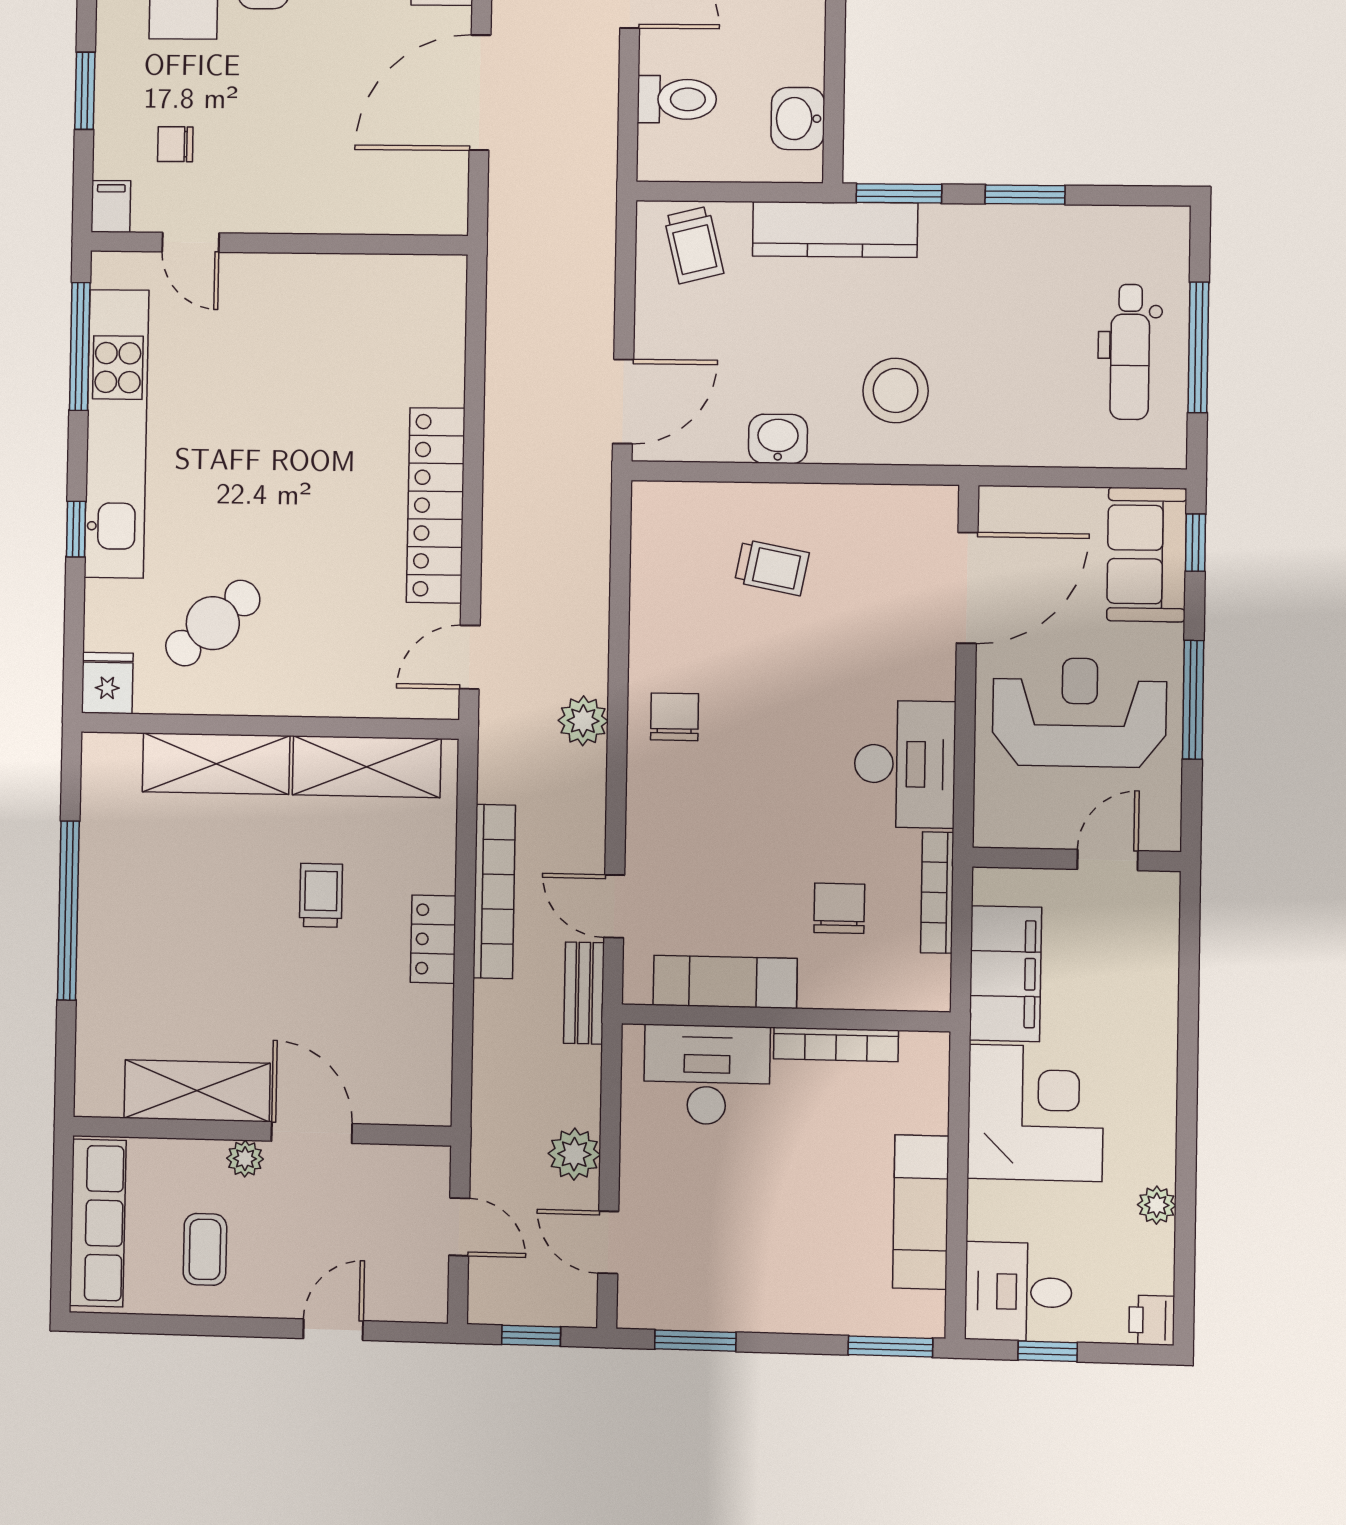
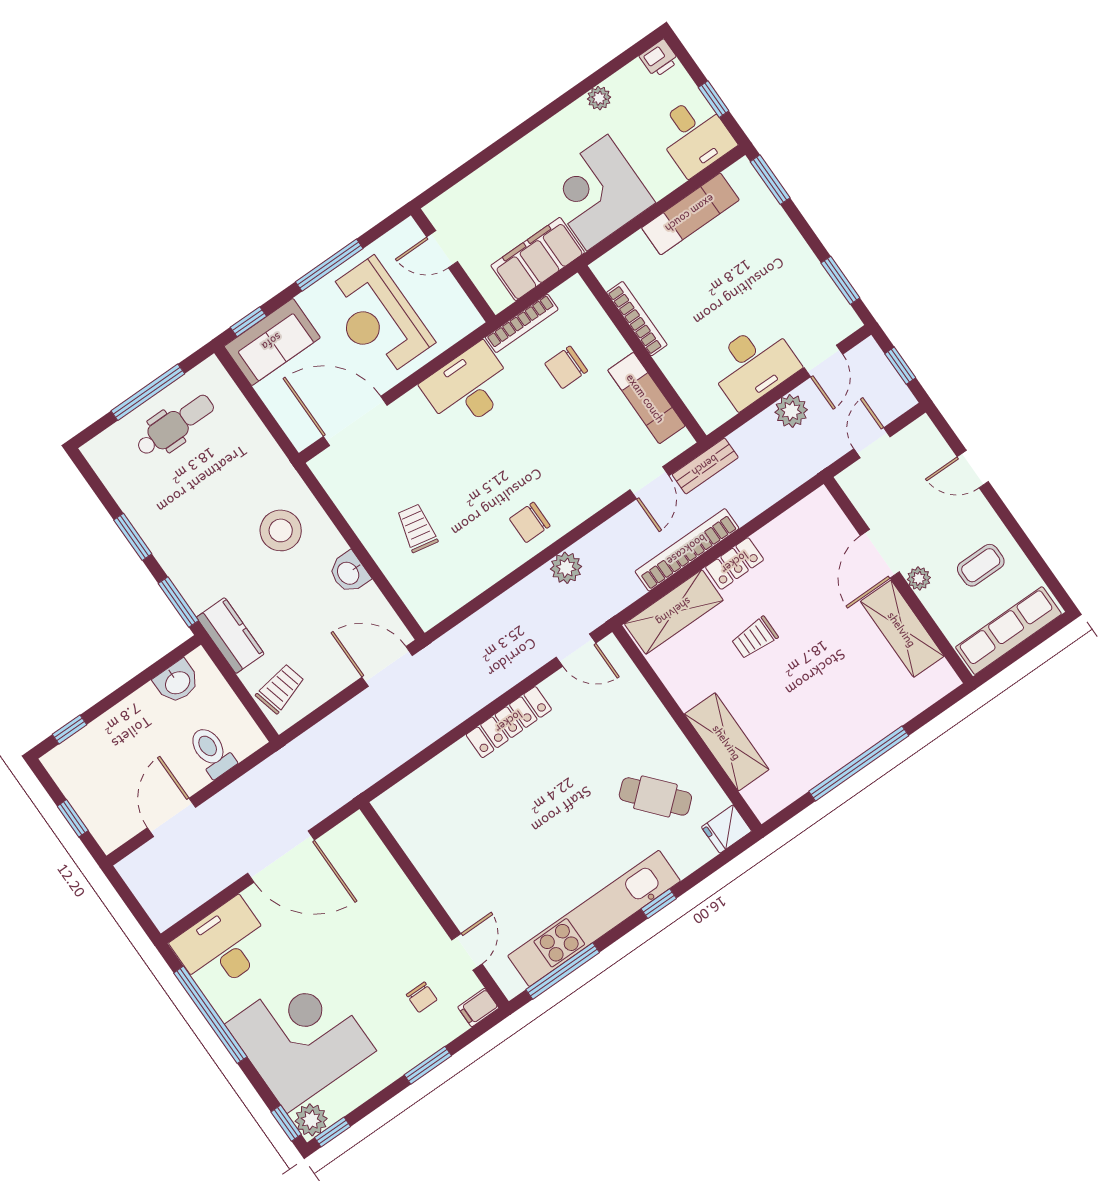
kitchen counter: (835, 230) -> (230, 636), width x0.67
locker: (436, 505) -> (509, 722), width x0.71, depth x0.83
shelving: (367, 767) -> (674, 612), moved, turned 90
desk: (707, 1075) -> (753, 365), moved, turned -90

